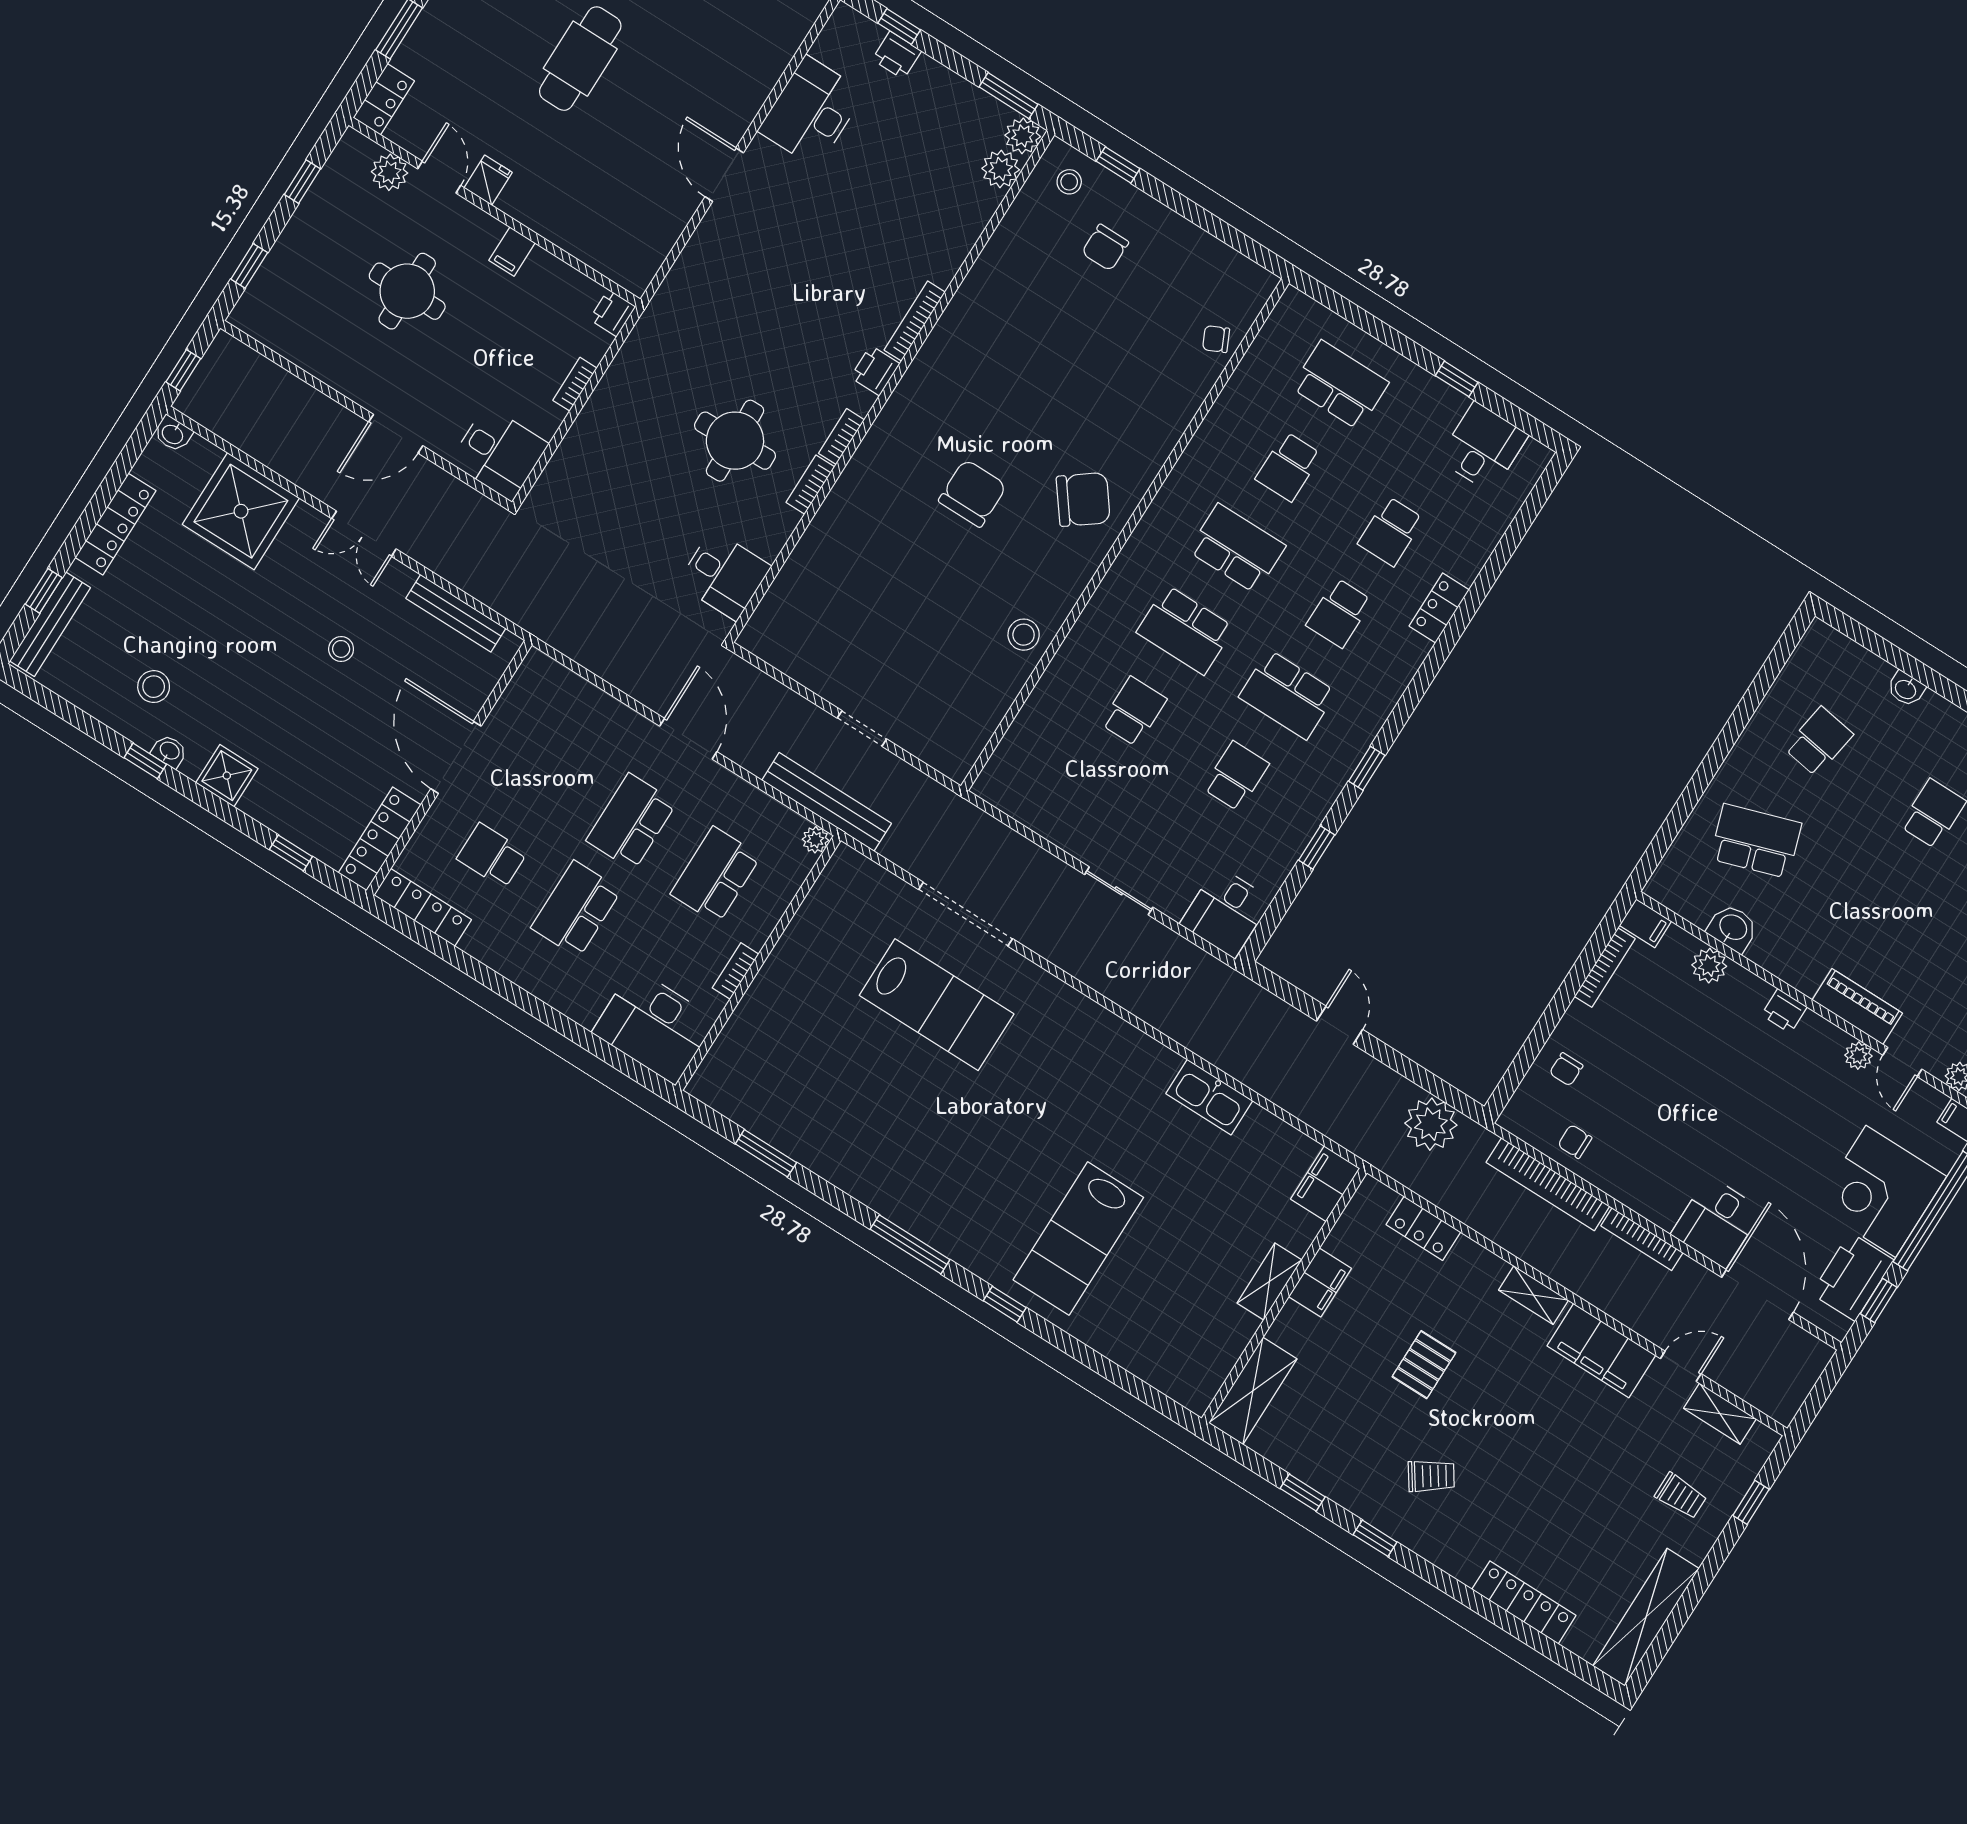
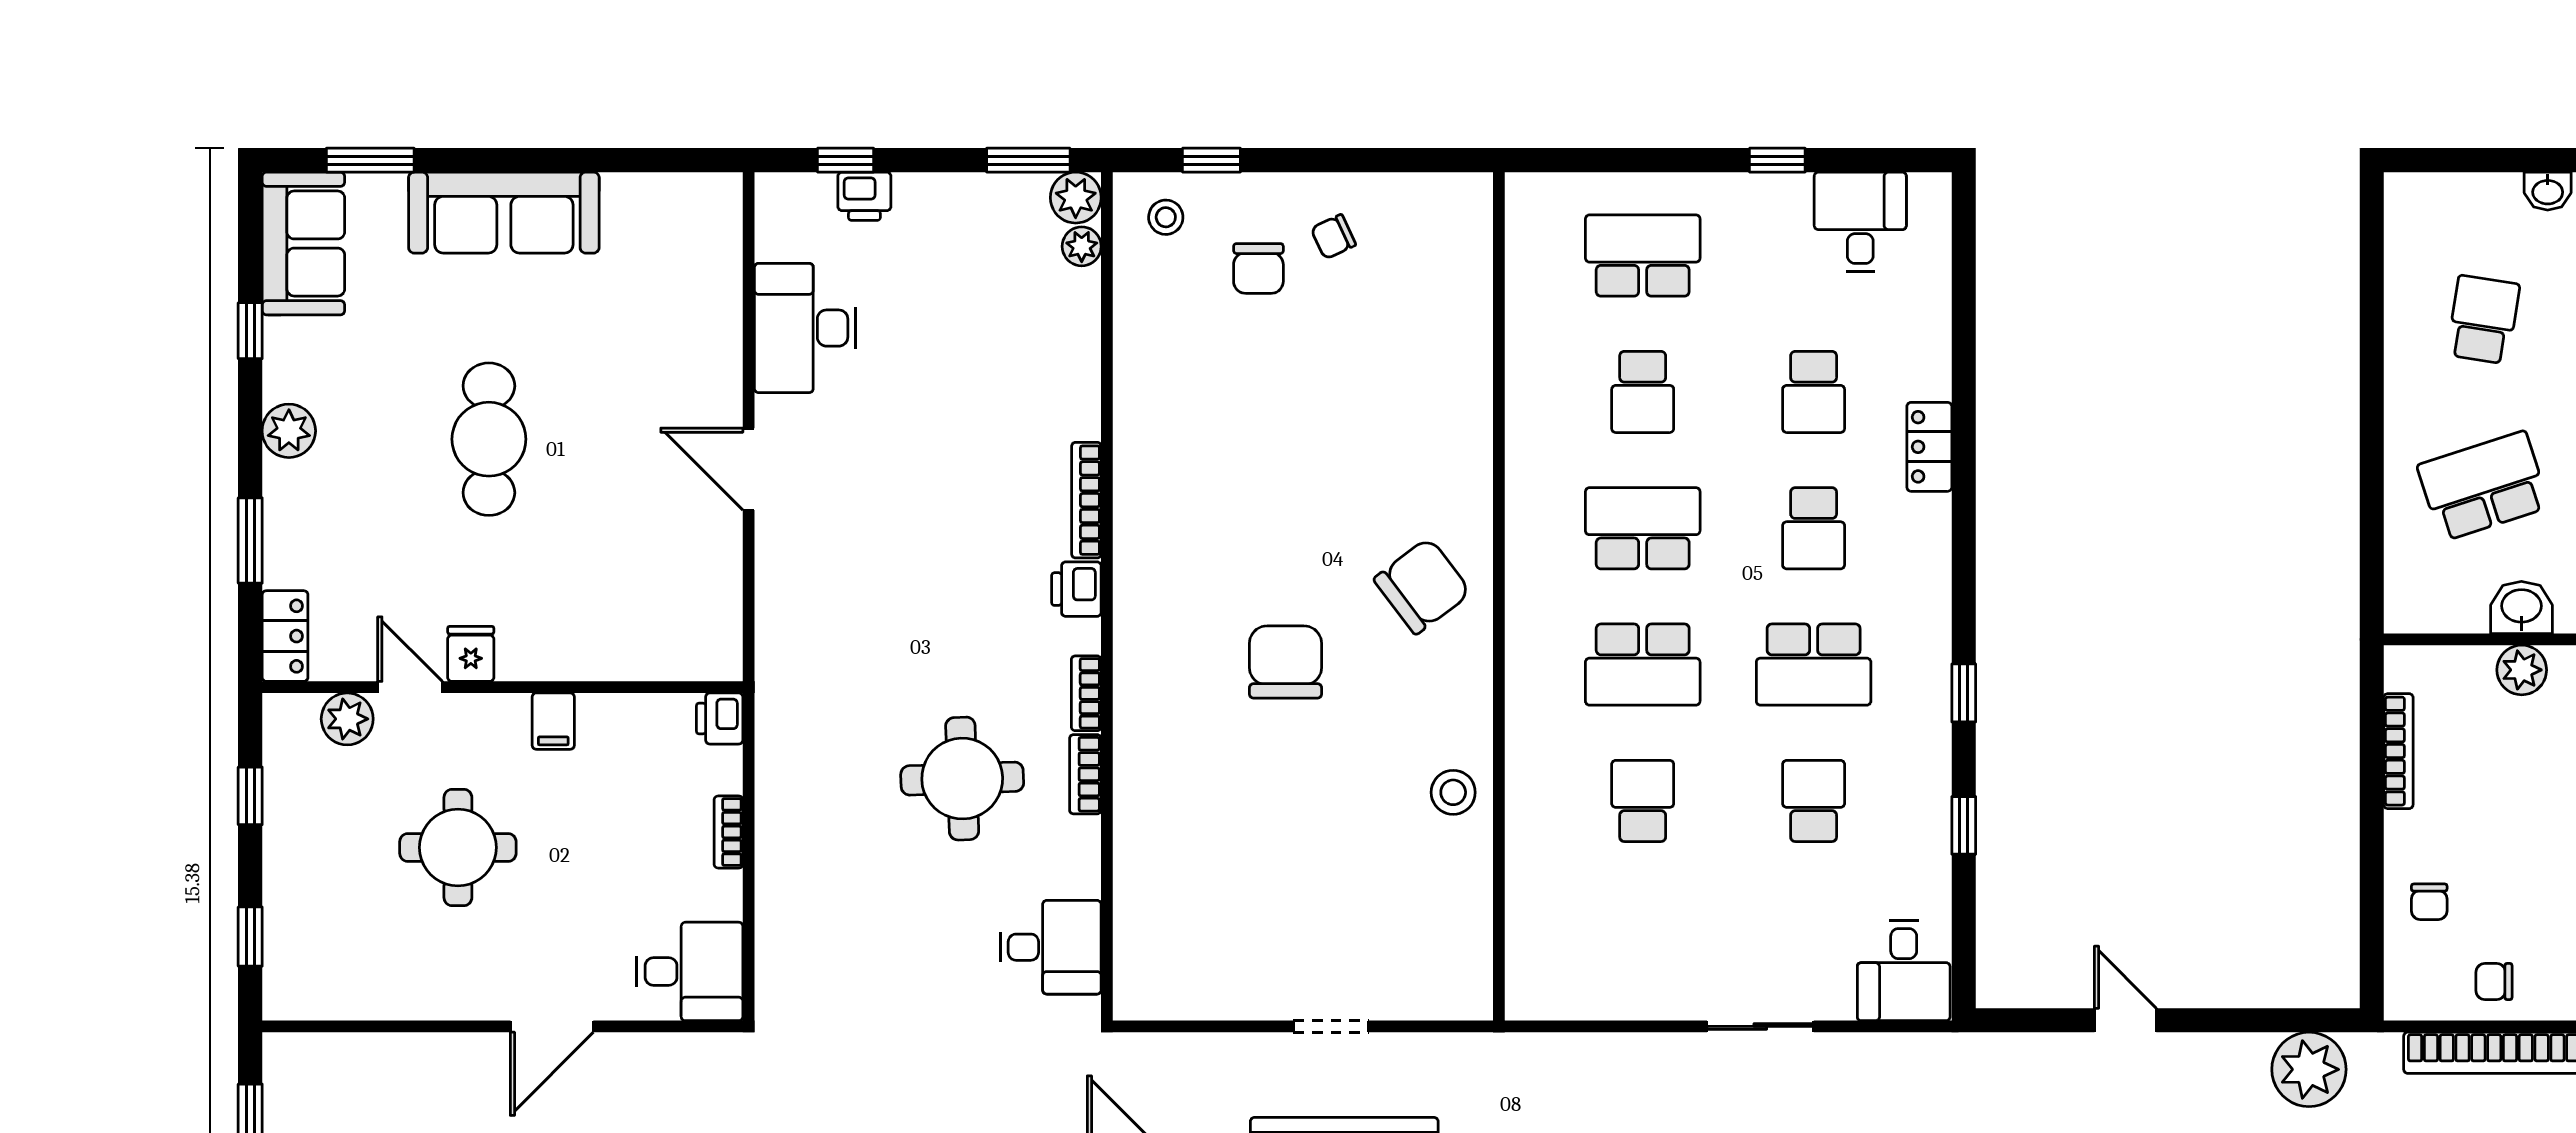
plant: (1001, 169) -> (1082, 246), width x0.73, depth x0.73
chair: (1216, 339) -> (1333, 237), moved
filing cabinet: (1645, 923) -> (2413, 667), removed

